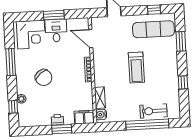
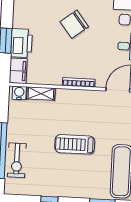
exercise bike: (153, 111) -> (17, 160), turned 180
printer: (57, 120) -> (21, 43), width x1.87, depth x1.48

